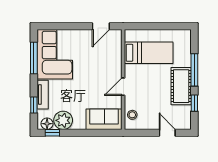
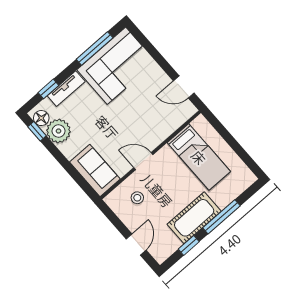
stool: (132, 115) -> (137, 198), moved

